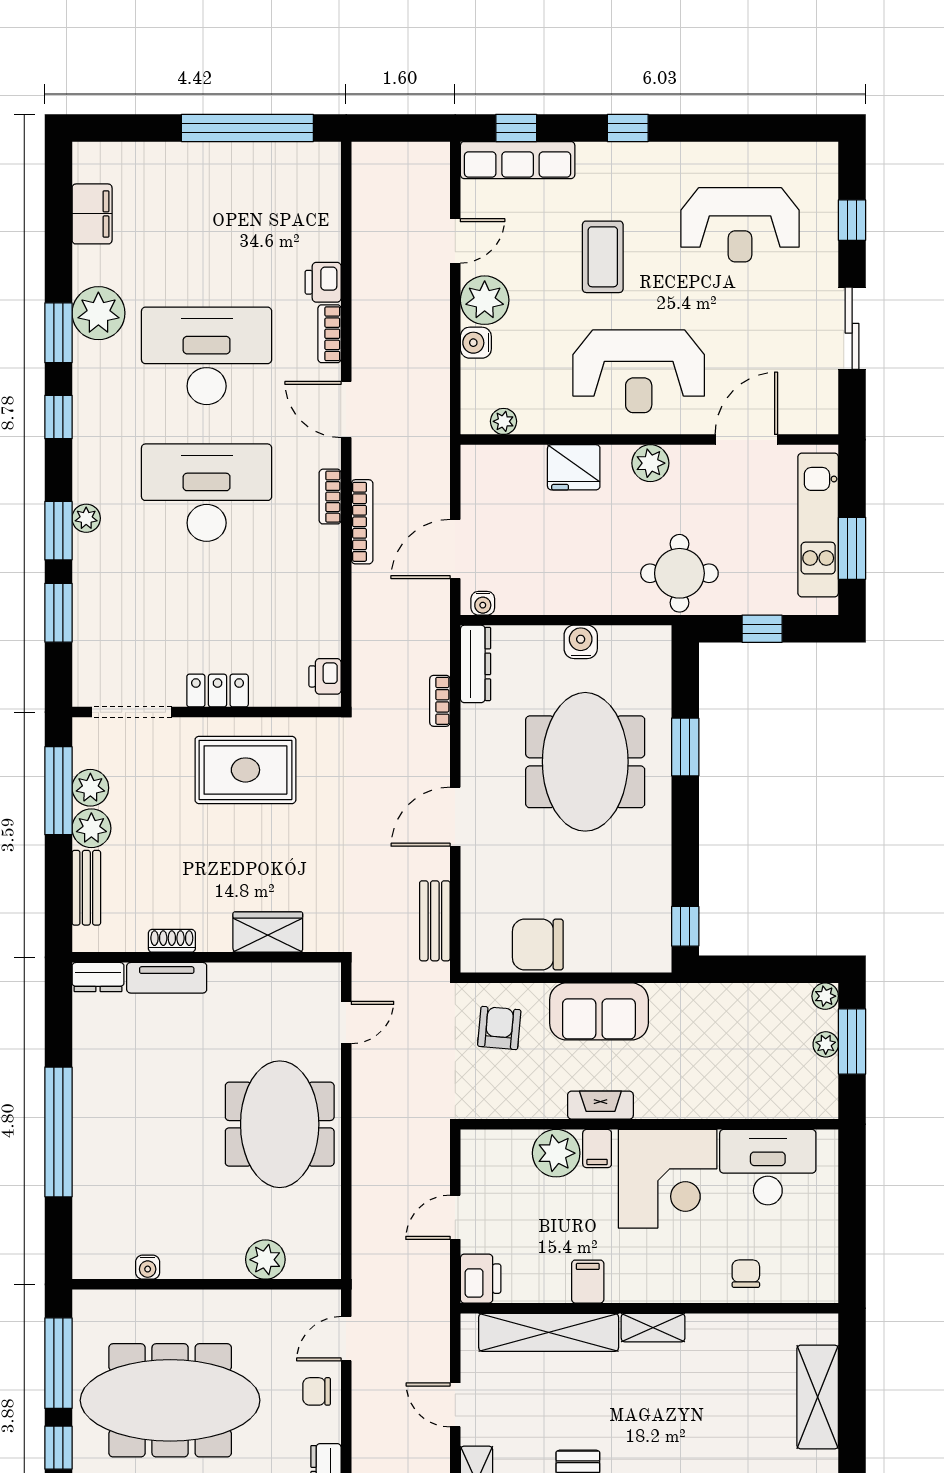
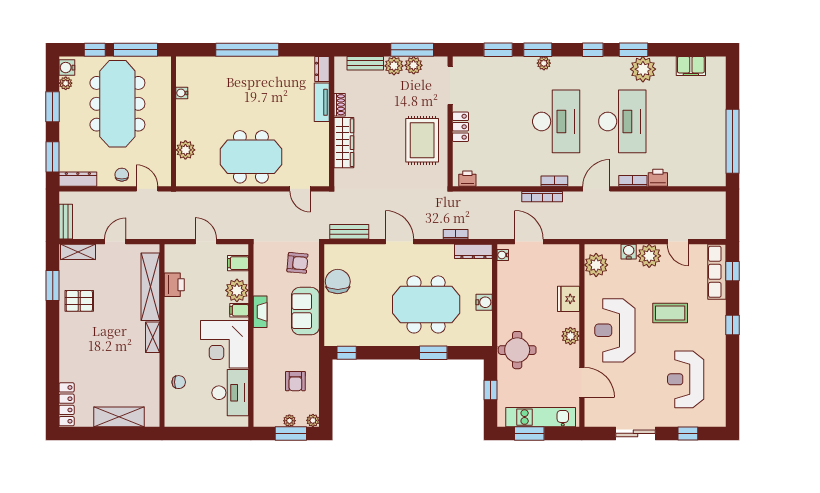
plant: (504, 421) -> (596, 265), width x1.88, depth x1.88
wardrobe: (268, 932) -> (344, 143), width x1.50
armchair: (744, 1032) -> (295, 381), added
printer: (481, 1279) -> (174, 285), moved, turned -90
filing cabinet: (588, 1282) -> (238, 263), moved, turned 180

